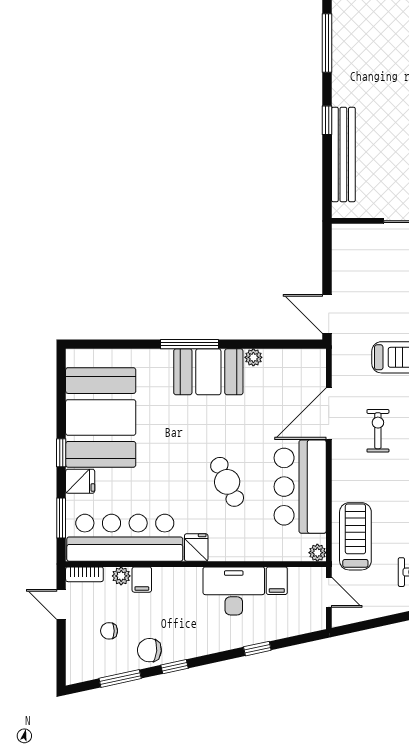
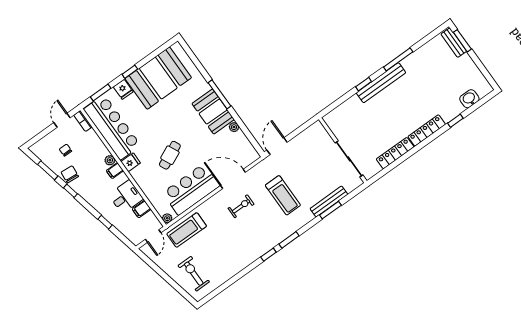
bench: (343, 155) -> (381, 83), moved
treadmill: (355, 536) -> (187, 230), turned 180
plant: (121, 576) -> (110, 160), moved
filing cabinet: (142, 580) -> (115, 171), moved
desk: (234, 591) -> (126, 197), width x0.73

